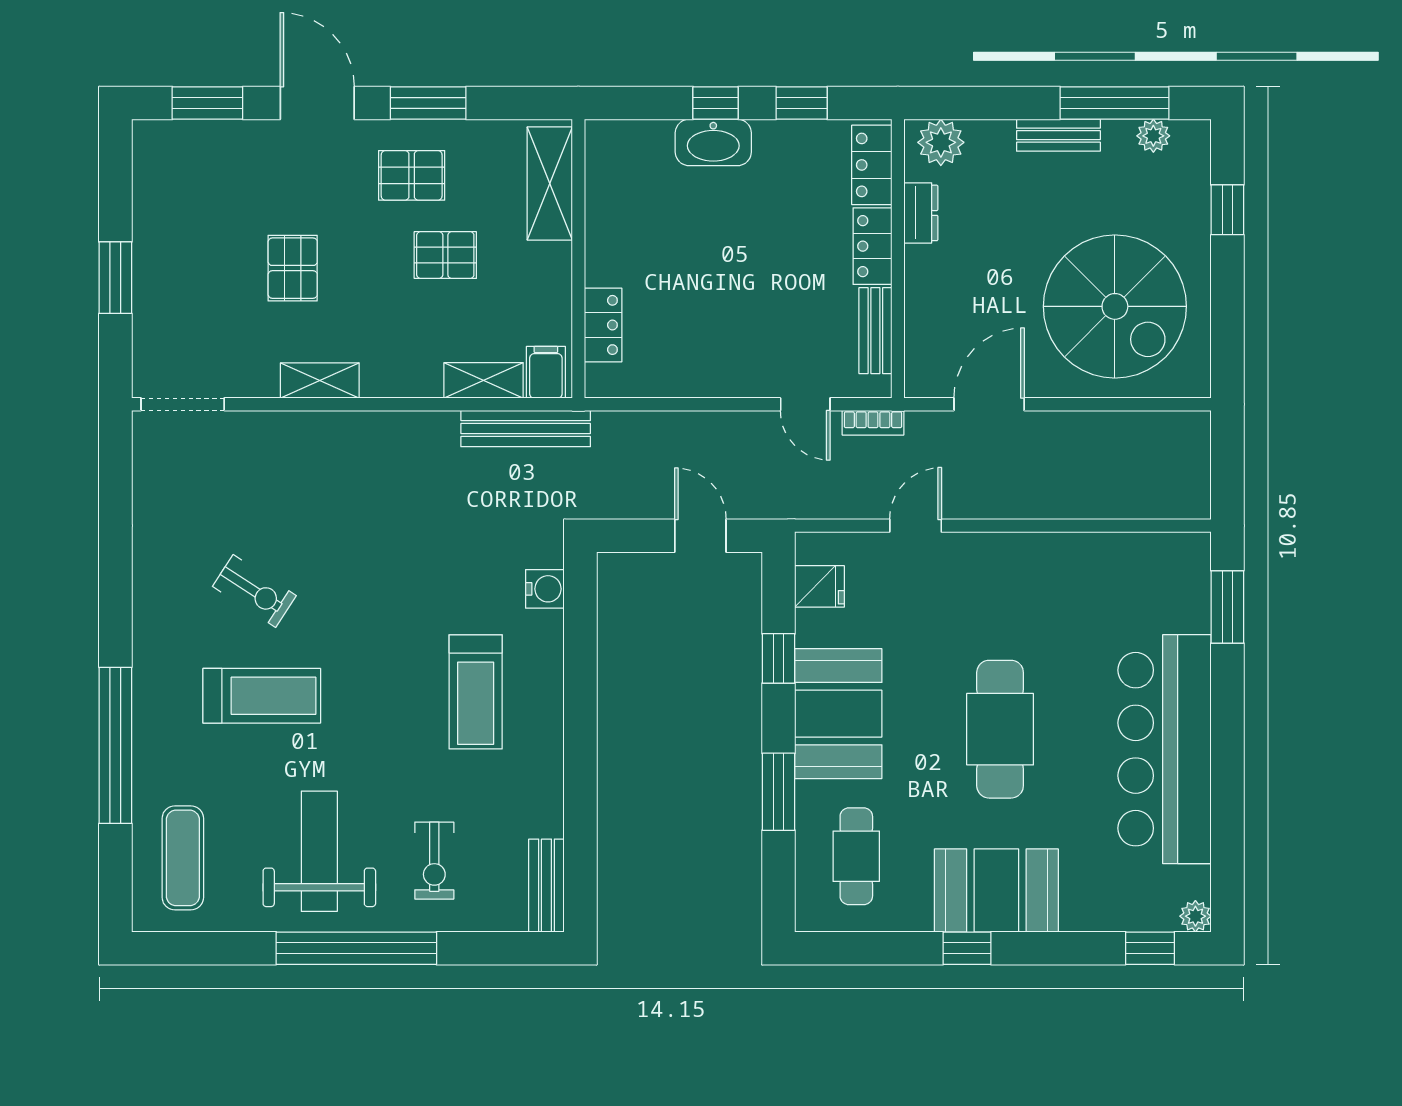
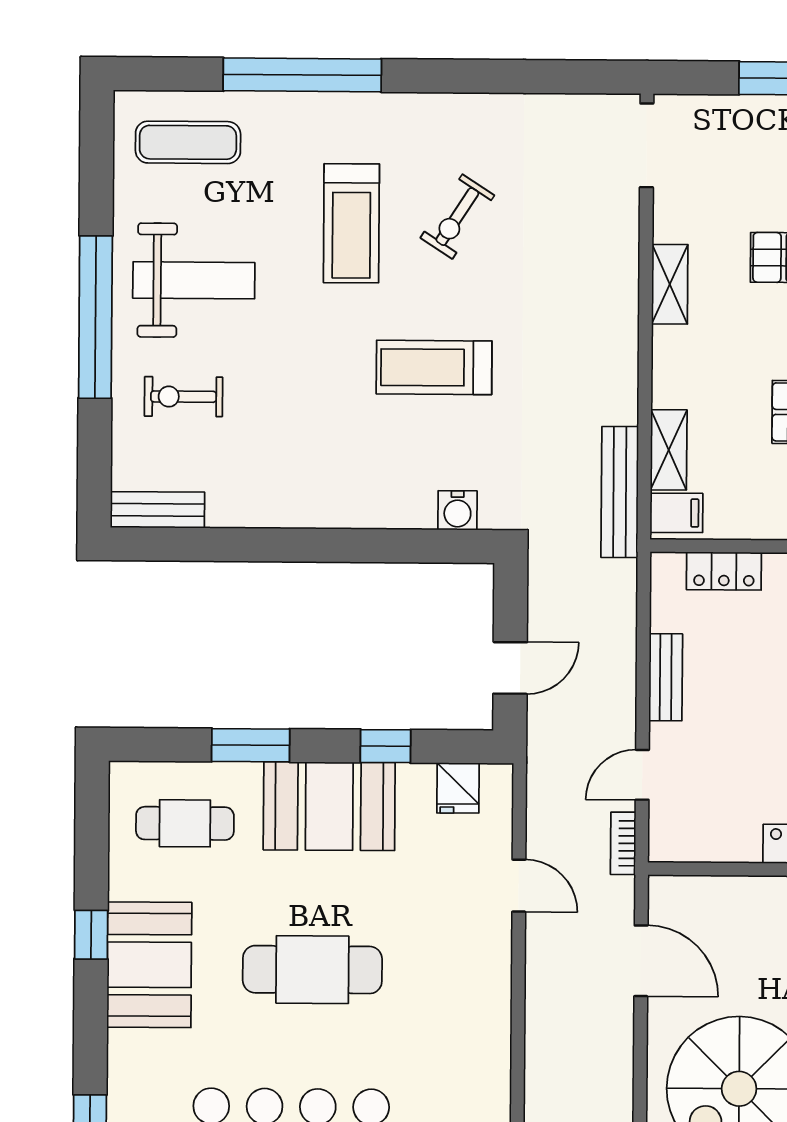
bench: (875, 331) -> (666, 677), moved, turned 90
treadmill: (476, 692) -> (434, 367), moved

